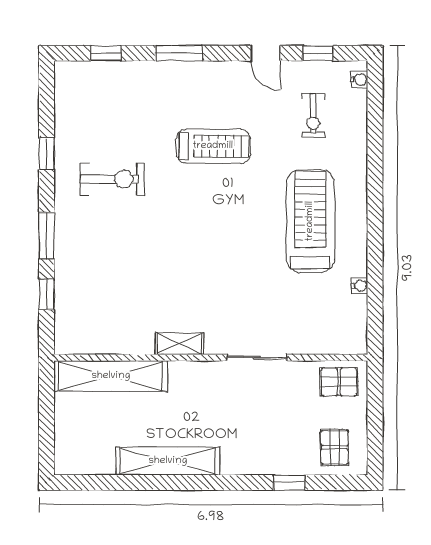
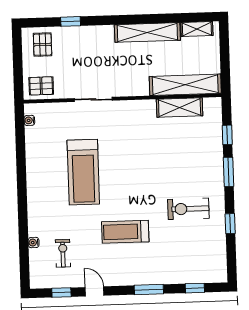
water cooler: (359, 79) -> (34, 243), moved
treadmill: (310, 221) -> (83, 172), moved
water cooler: (360, 286) -> (29, 120), moved
shelving: (179, 344) -> (180, 108), moved, width x1.50, depth x1.33
shelving: (89, 464) -> (197, 29), added

